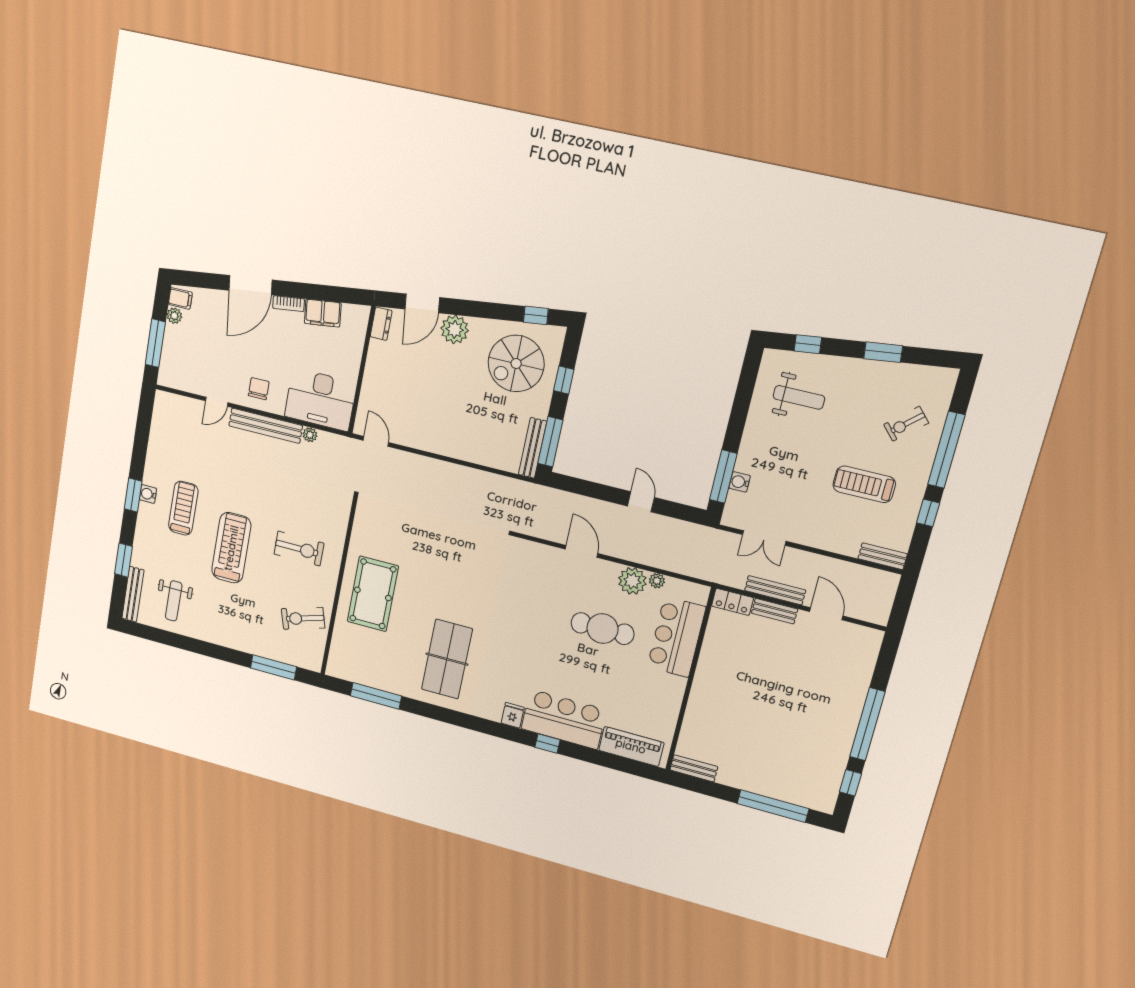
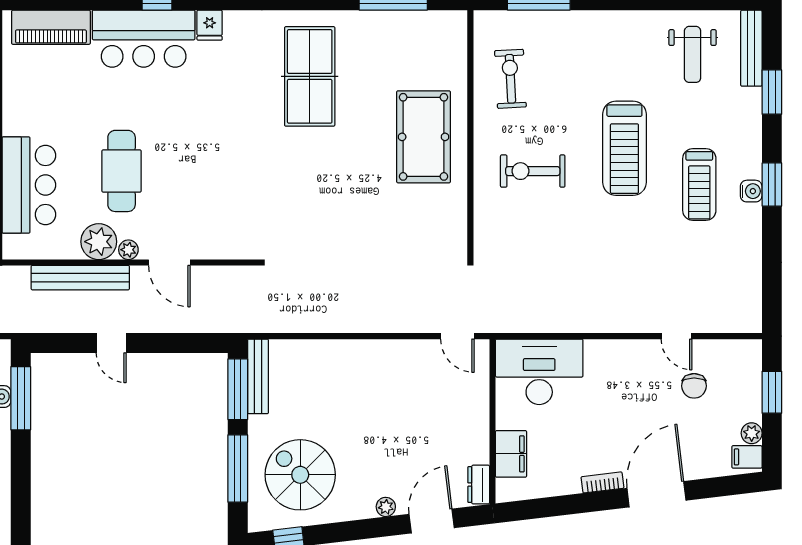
filing cabinet: (323, 313) -> (511, 454), moved, turned 97
plant: (455, 329) -> (386, 507), width x0.53, depth x0.53
window: (155, 343) -> (772, 392), width x0.69
spiral stairs: (516, 363) -> (300, 475), turned -90
window: (564, 380) -> (238, 468), width x2.17
chair: (259, 389) -> (694, 386), moved
door: (217, 402) -> (677, 336), swing flipped
bench: (266, 426) -> (80, 278), moved
plant: (310, 435) -> (545, 323), removed
plant: (657, 581) -> (128, 250), moved
weight bench: (174, 601) -> (693, 54), turned 180
exercise bike: (303, 618) -> (510, 79), turned -76
cafe table: (602, 629) -> (122, 171), turned 90

